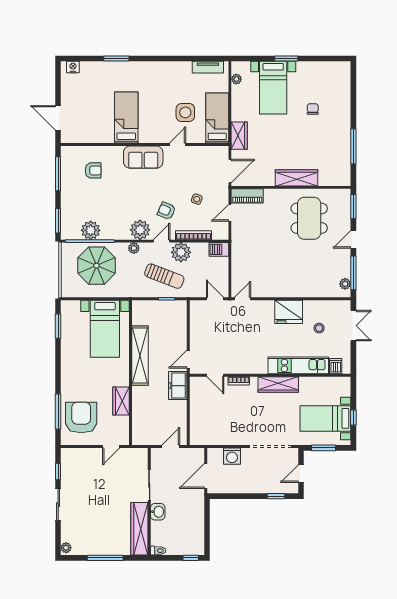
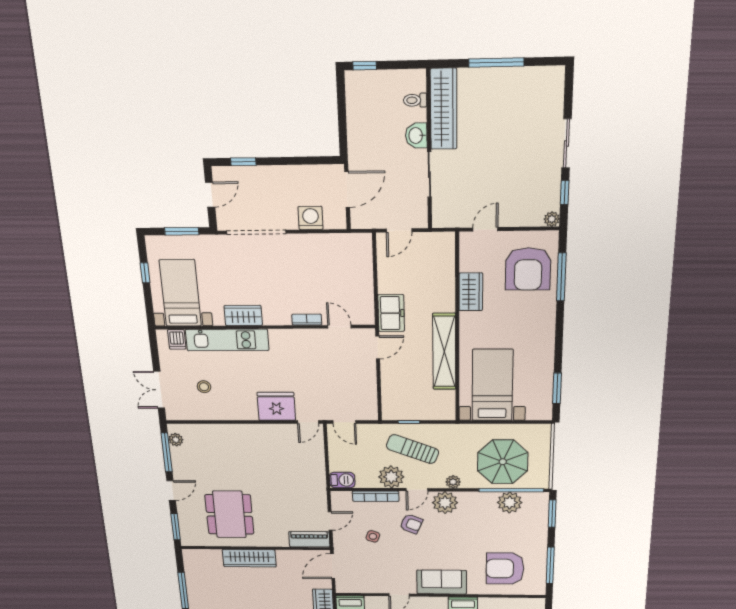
armchair: (93, 170) -> (505, 569), width x1.88, depth x1.88
fridge: (289, 312) -> (276, 406), moved
wardrobe: (278, 384) -> (243, 315), width x0.67
bed with nightstands: (325, 418) -> (180, 293), moved, turned -90
plant: (66, 548) -> (552, 219), moved
toilet: (158, 551) -> (415, 100), moved

